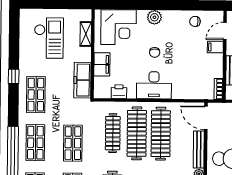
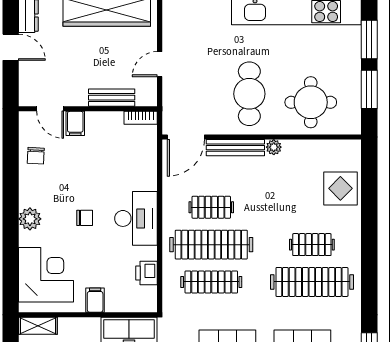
shelving: (86, 34) -> (38, 326), moved
filing cabinet: (102, 64) -> (95, 300), width x0.50
clothes rail: (161, 134) -> (211, 207), width x0.54, depth x0.76

